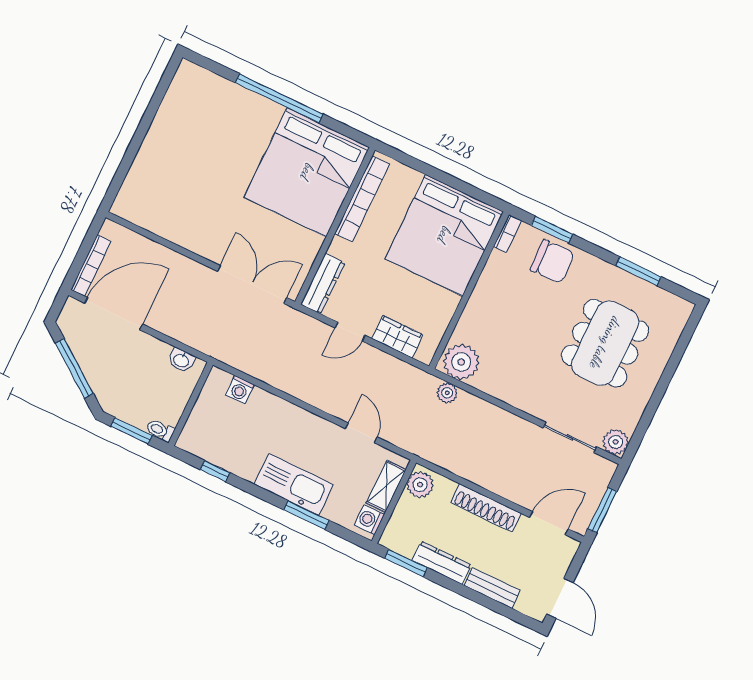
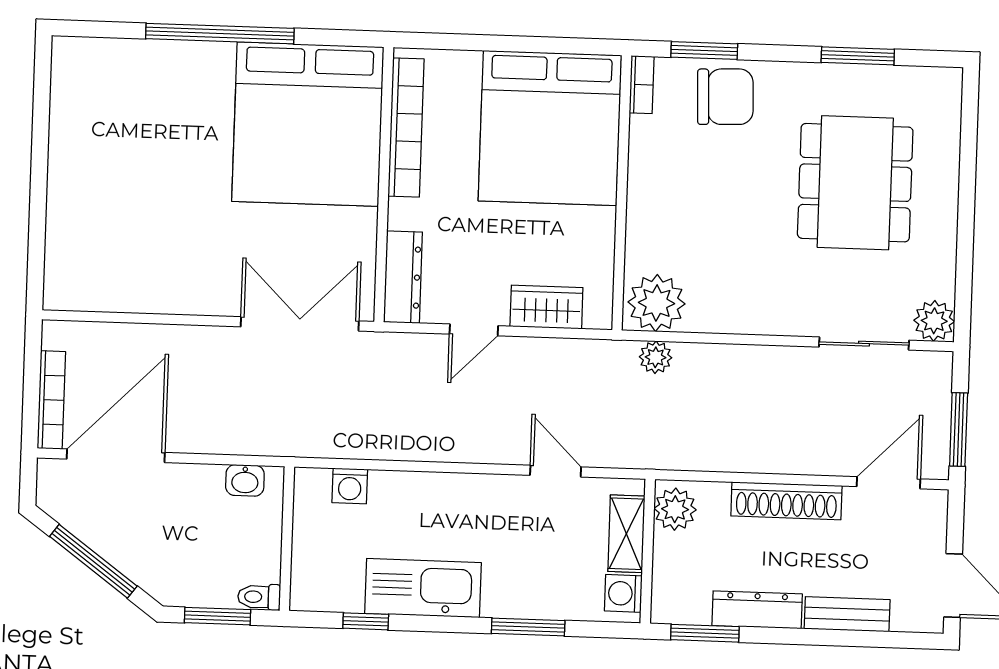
kitchen sink: (294, 485) -> (423, 588), moved

